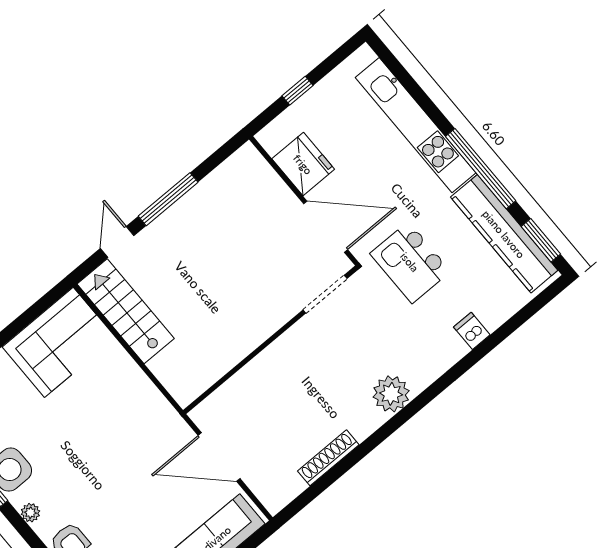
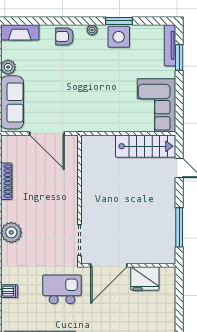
window: (298, 91) -> (179, 303), removed
window: (168, 199) -> (179, 227), moved
door: (219, 457) -> (47, 133), swing flipped

